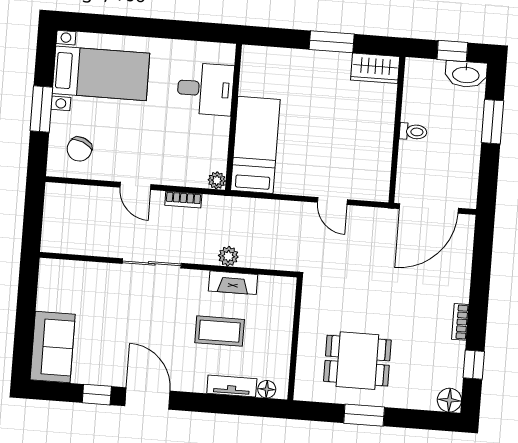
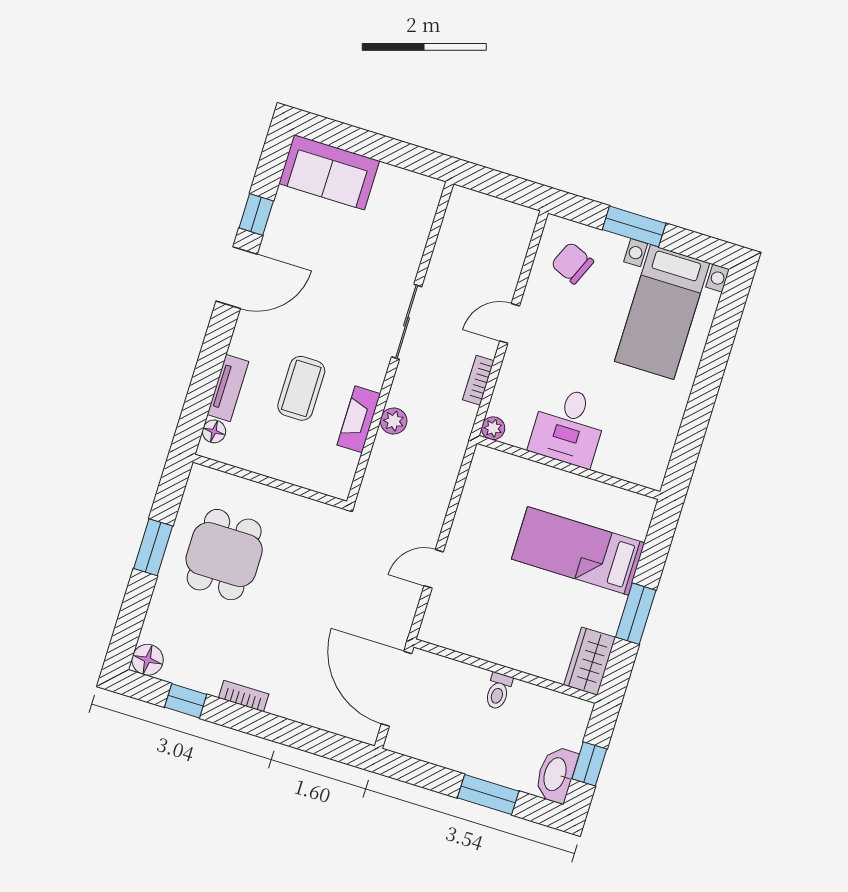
desk: (205, 89) -> (569, 426), moved
bed: (255, 145) -> (578, 551), moved, turned 180

